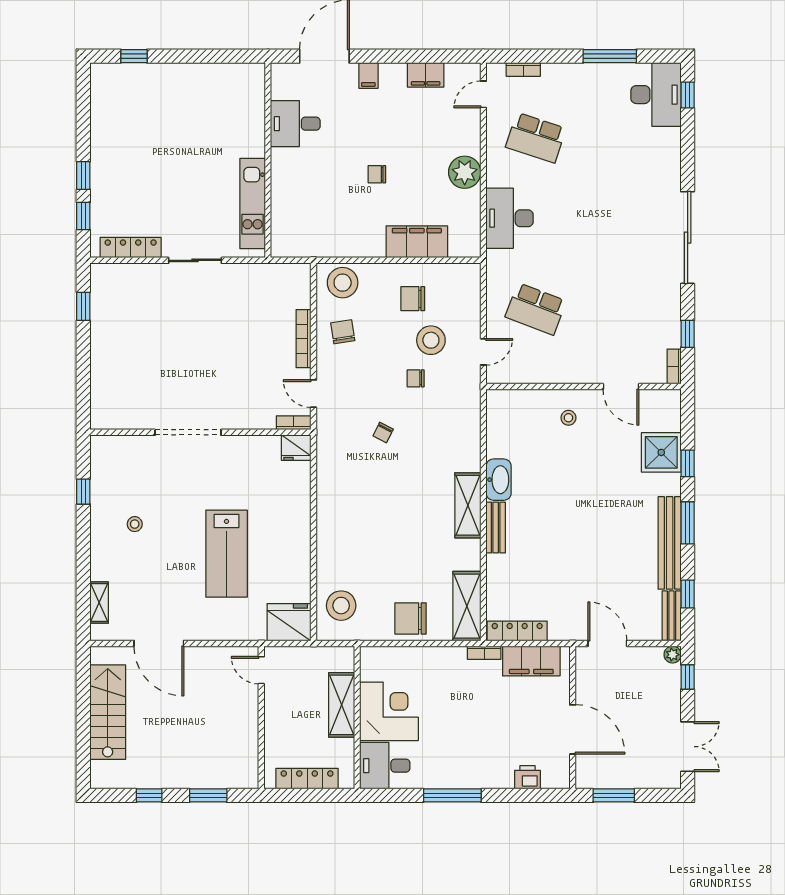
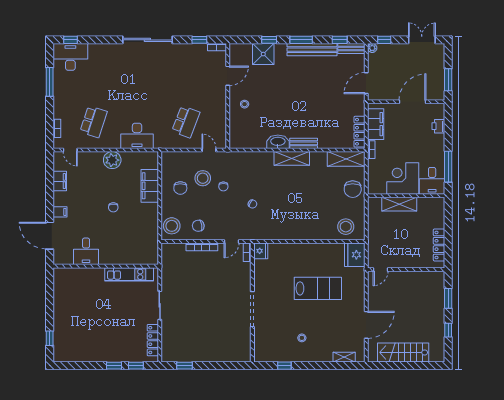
shelving: (342, 705) -> (399, 204), moved
corner desk: (389, 711) -> (403, 179), moved
wall: (357, 717) -> (406, 196), moved
desk: (385, 766) -> (432, 181), moved

